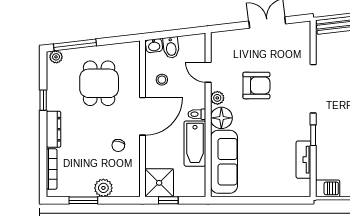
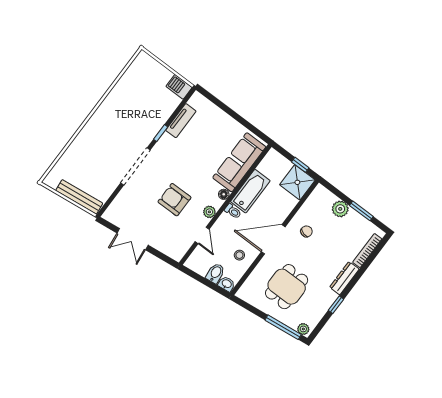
floor lamp: (221, 118) -> (224, 194), width x0.53, depth x0.53

